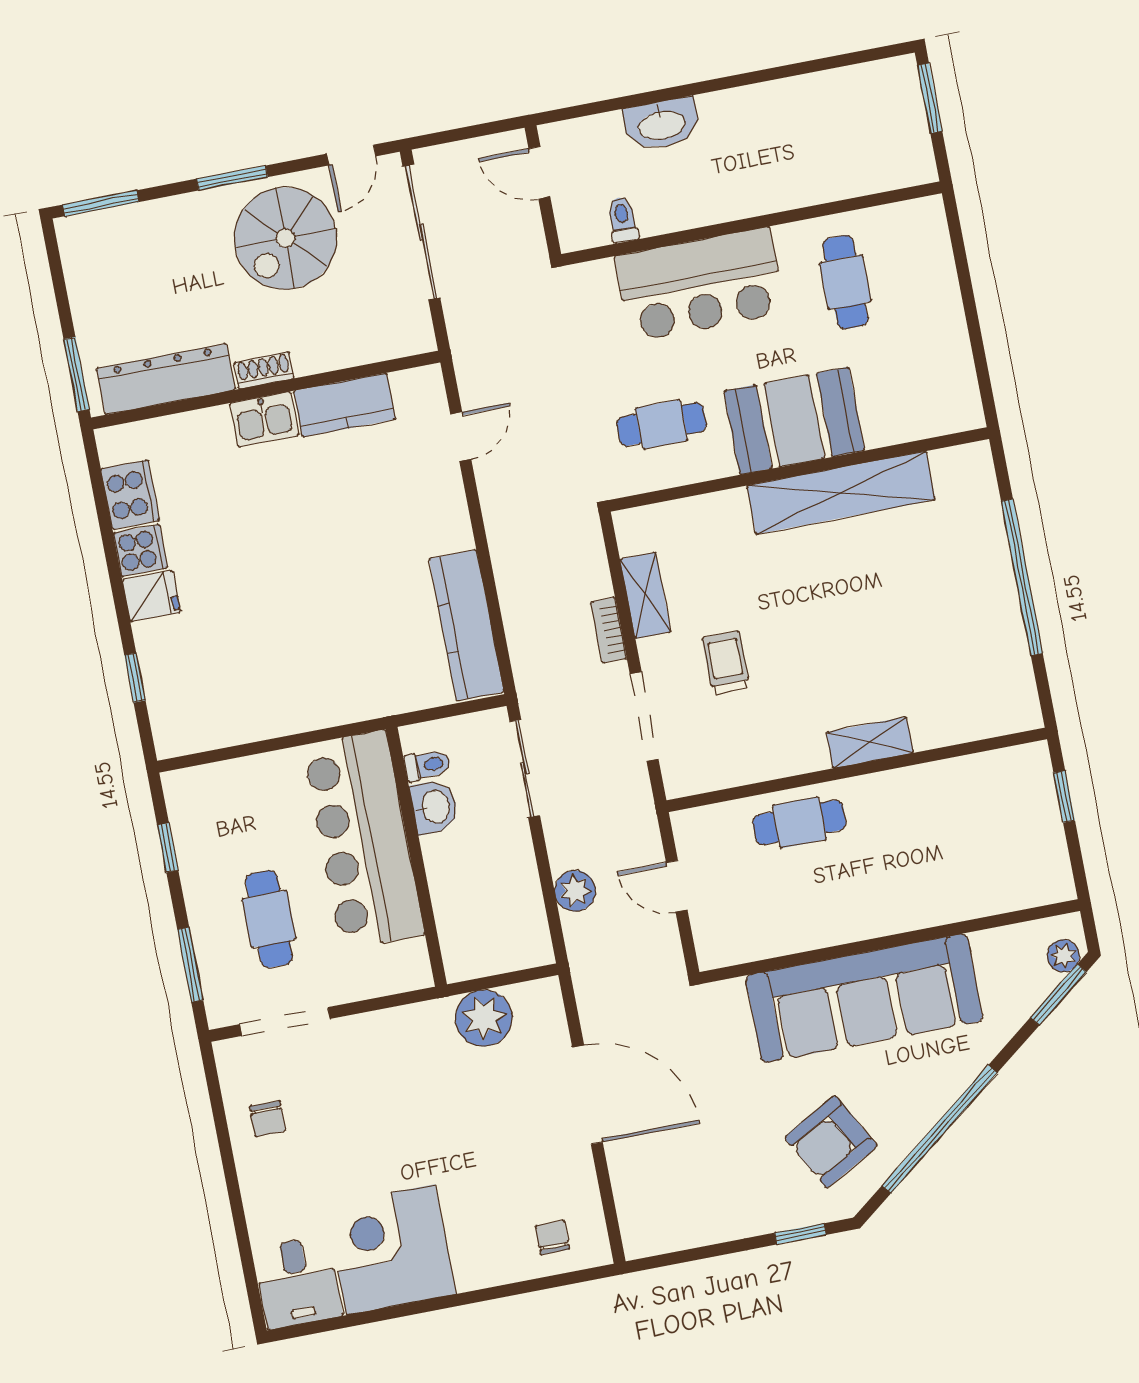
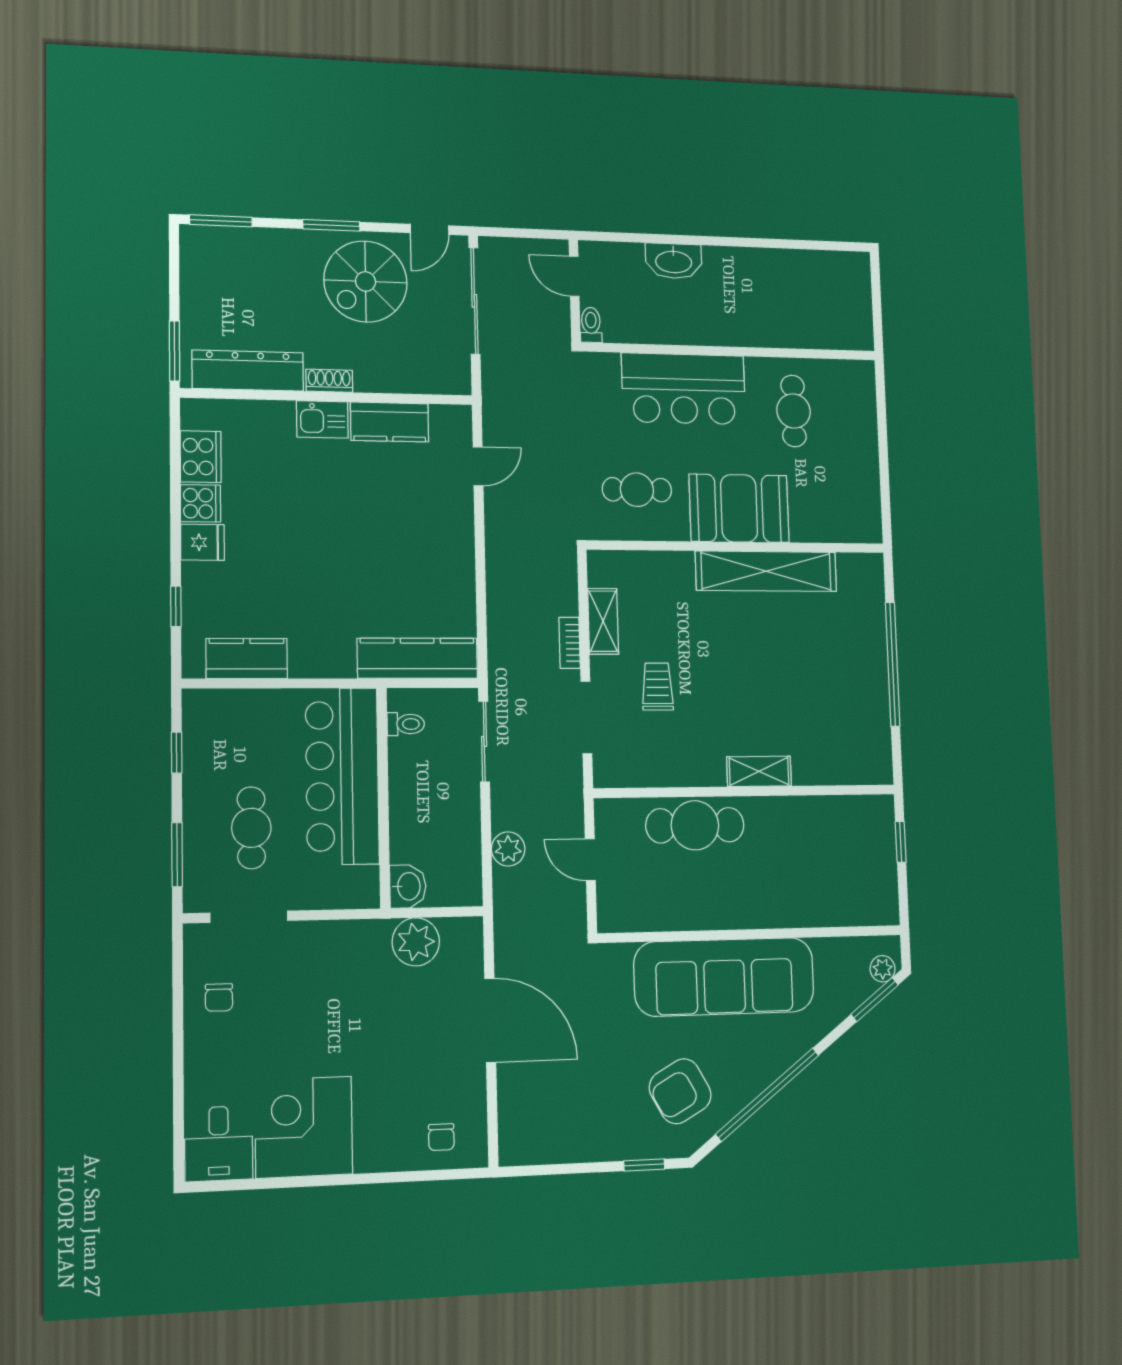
window: (930, 98) -> (876, 288), removed
toilet: (622, 220) -> (591, 325), moved
kitchen counter: (466, 625) -> (417, 658), moved, turned 90
kitchen counter: (228, 723) -> (247, 659), added
washbasin: (435, 807) -> (408, 886), moved
cafe table: (799, 822) -> (695, 825), width x1.37, depth x1.35
chair: (552, 1237) -> (441, 1137), turned 180

